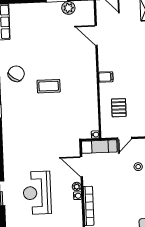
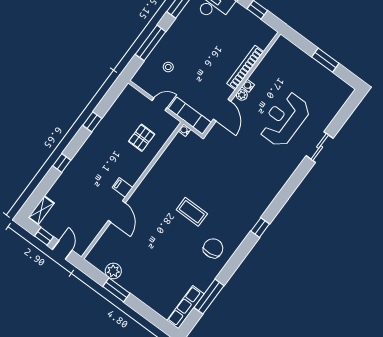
door: (96, 35) -> (117, 212), moved
chair: (16, 74) -> (213, 248), turned 138
filing cabinet: (106, 77) -> (122, 188), moved
reception desk: (37, 193) -> (284, 119), turned 180

